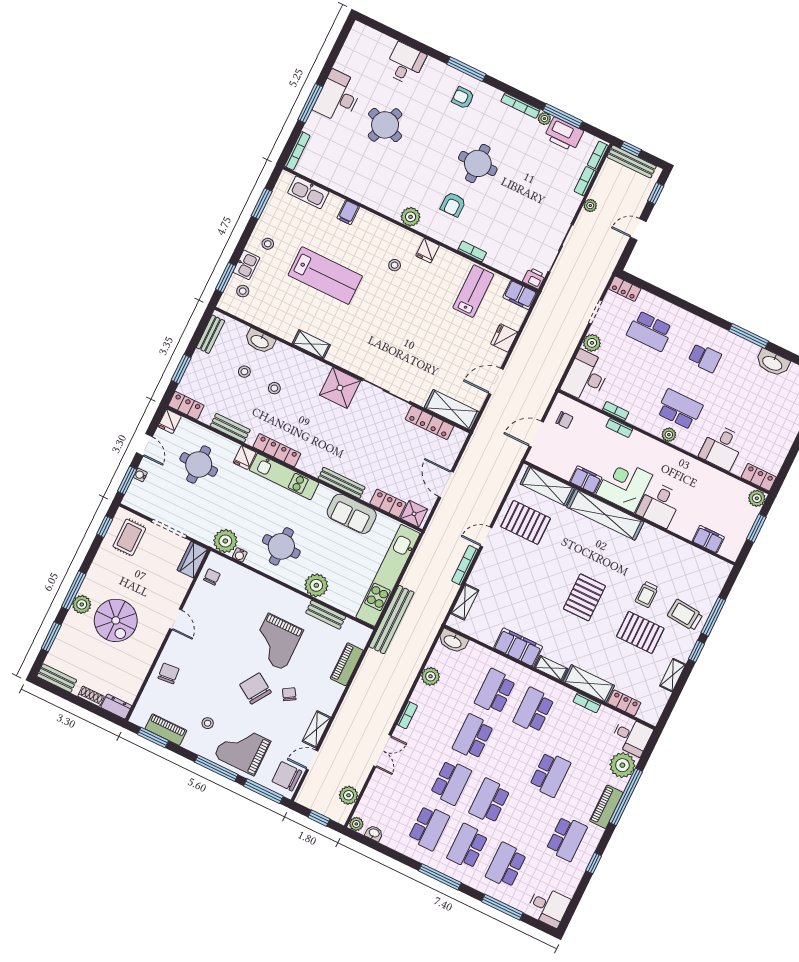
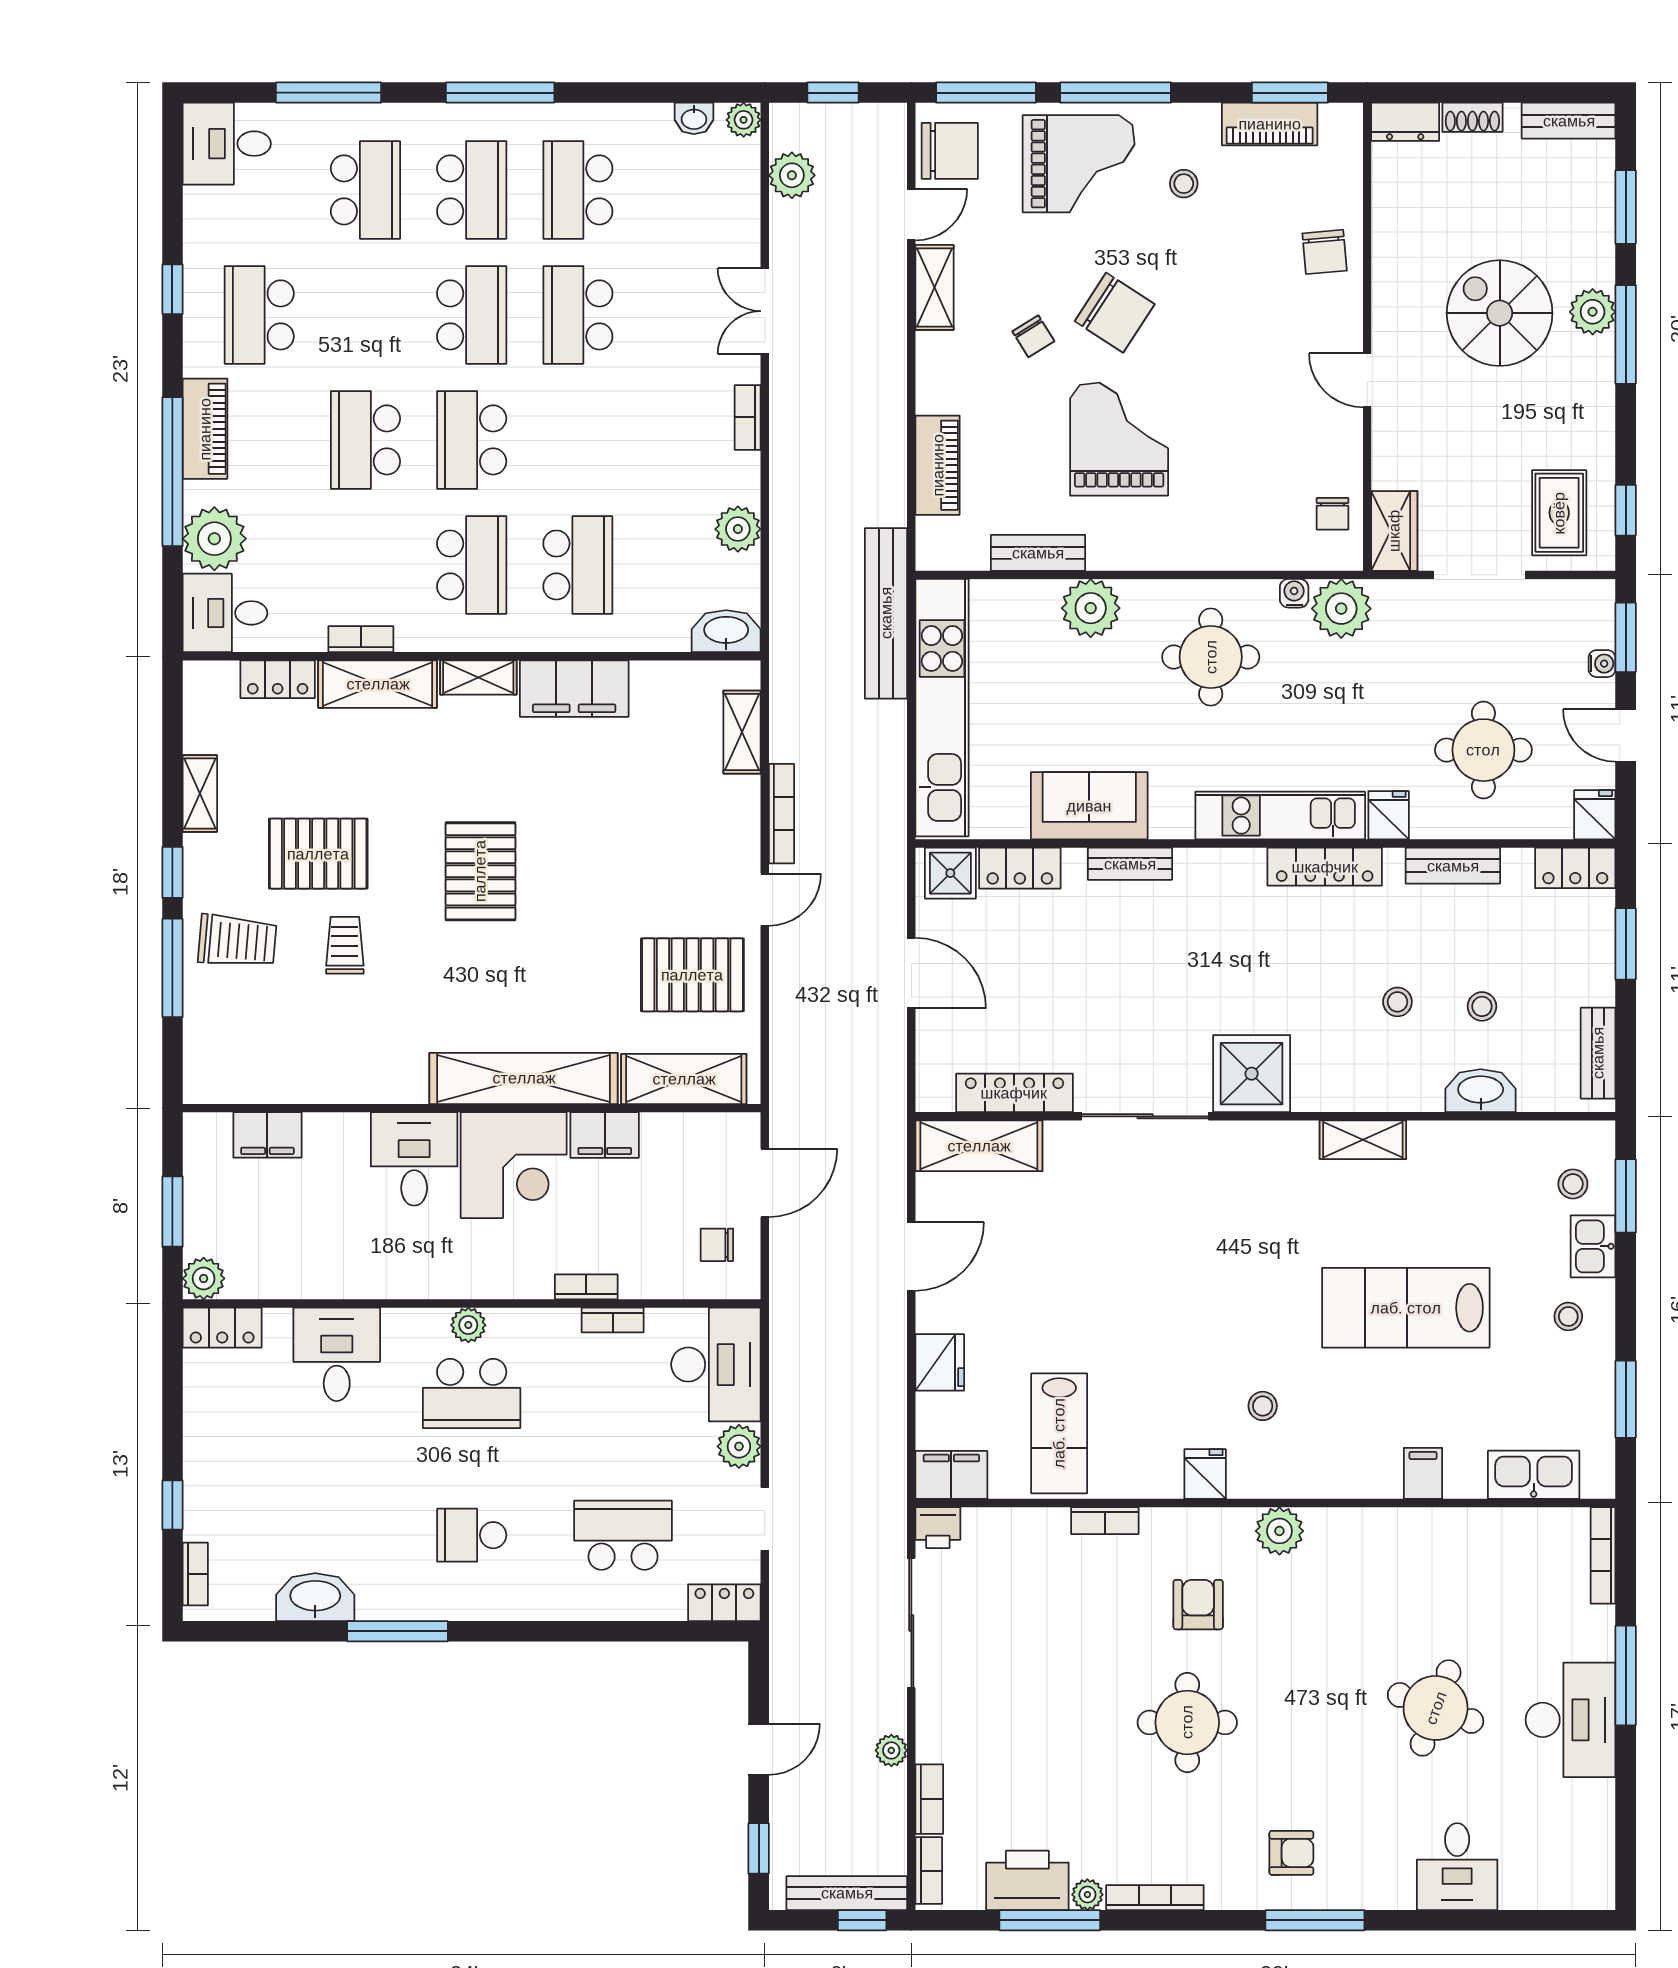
bench: (342, 483) -> (1130, 864), width x0.73
school desk: (473, 737) -> (472, 440), moved, turned 180

